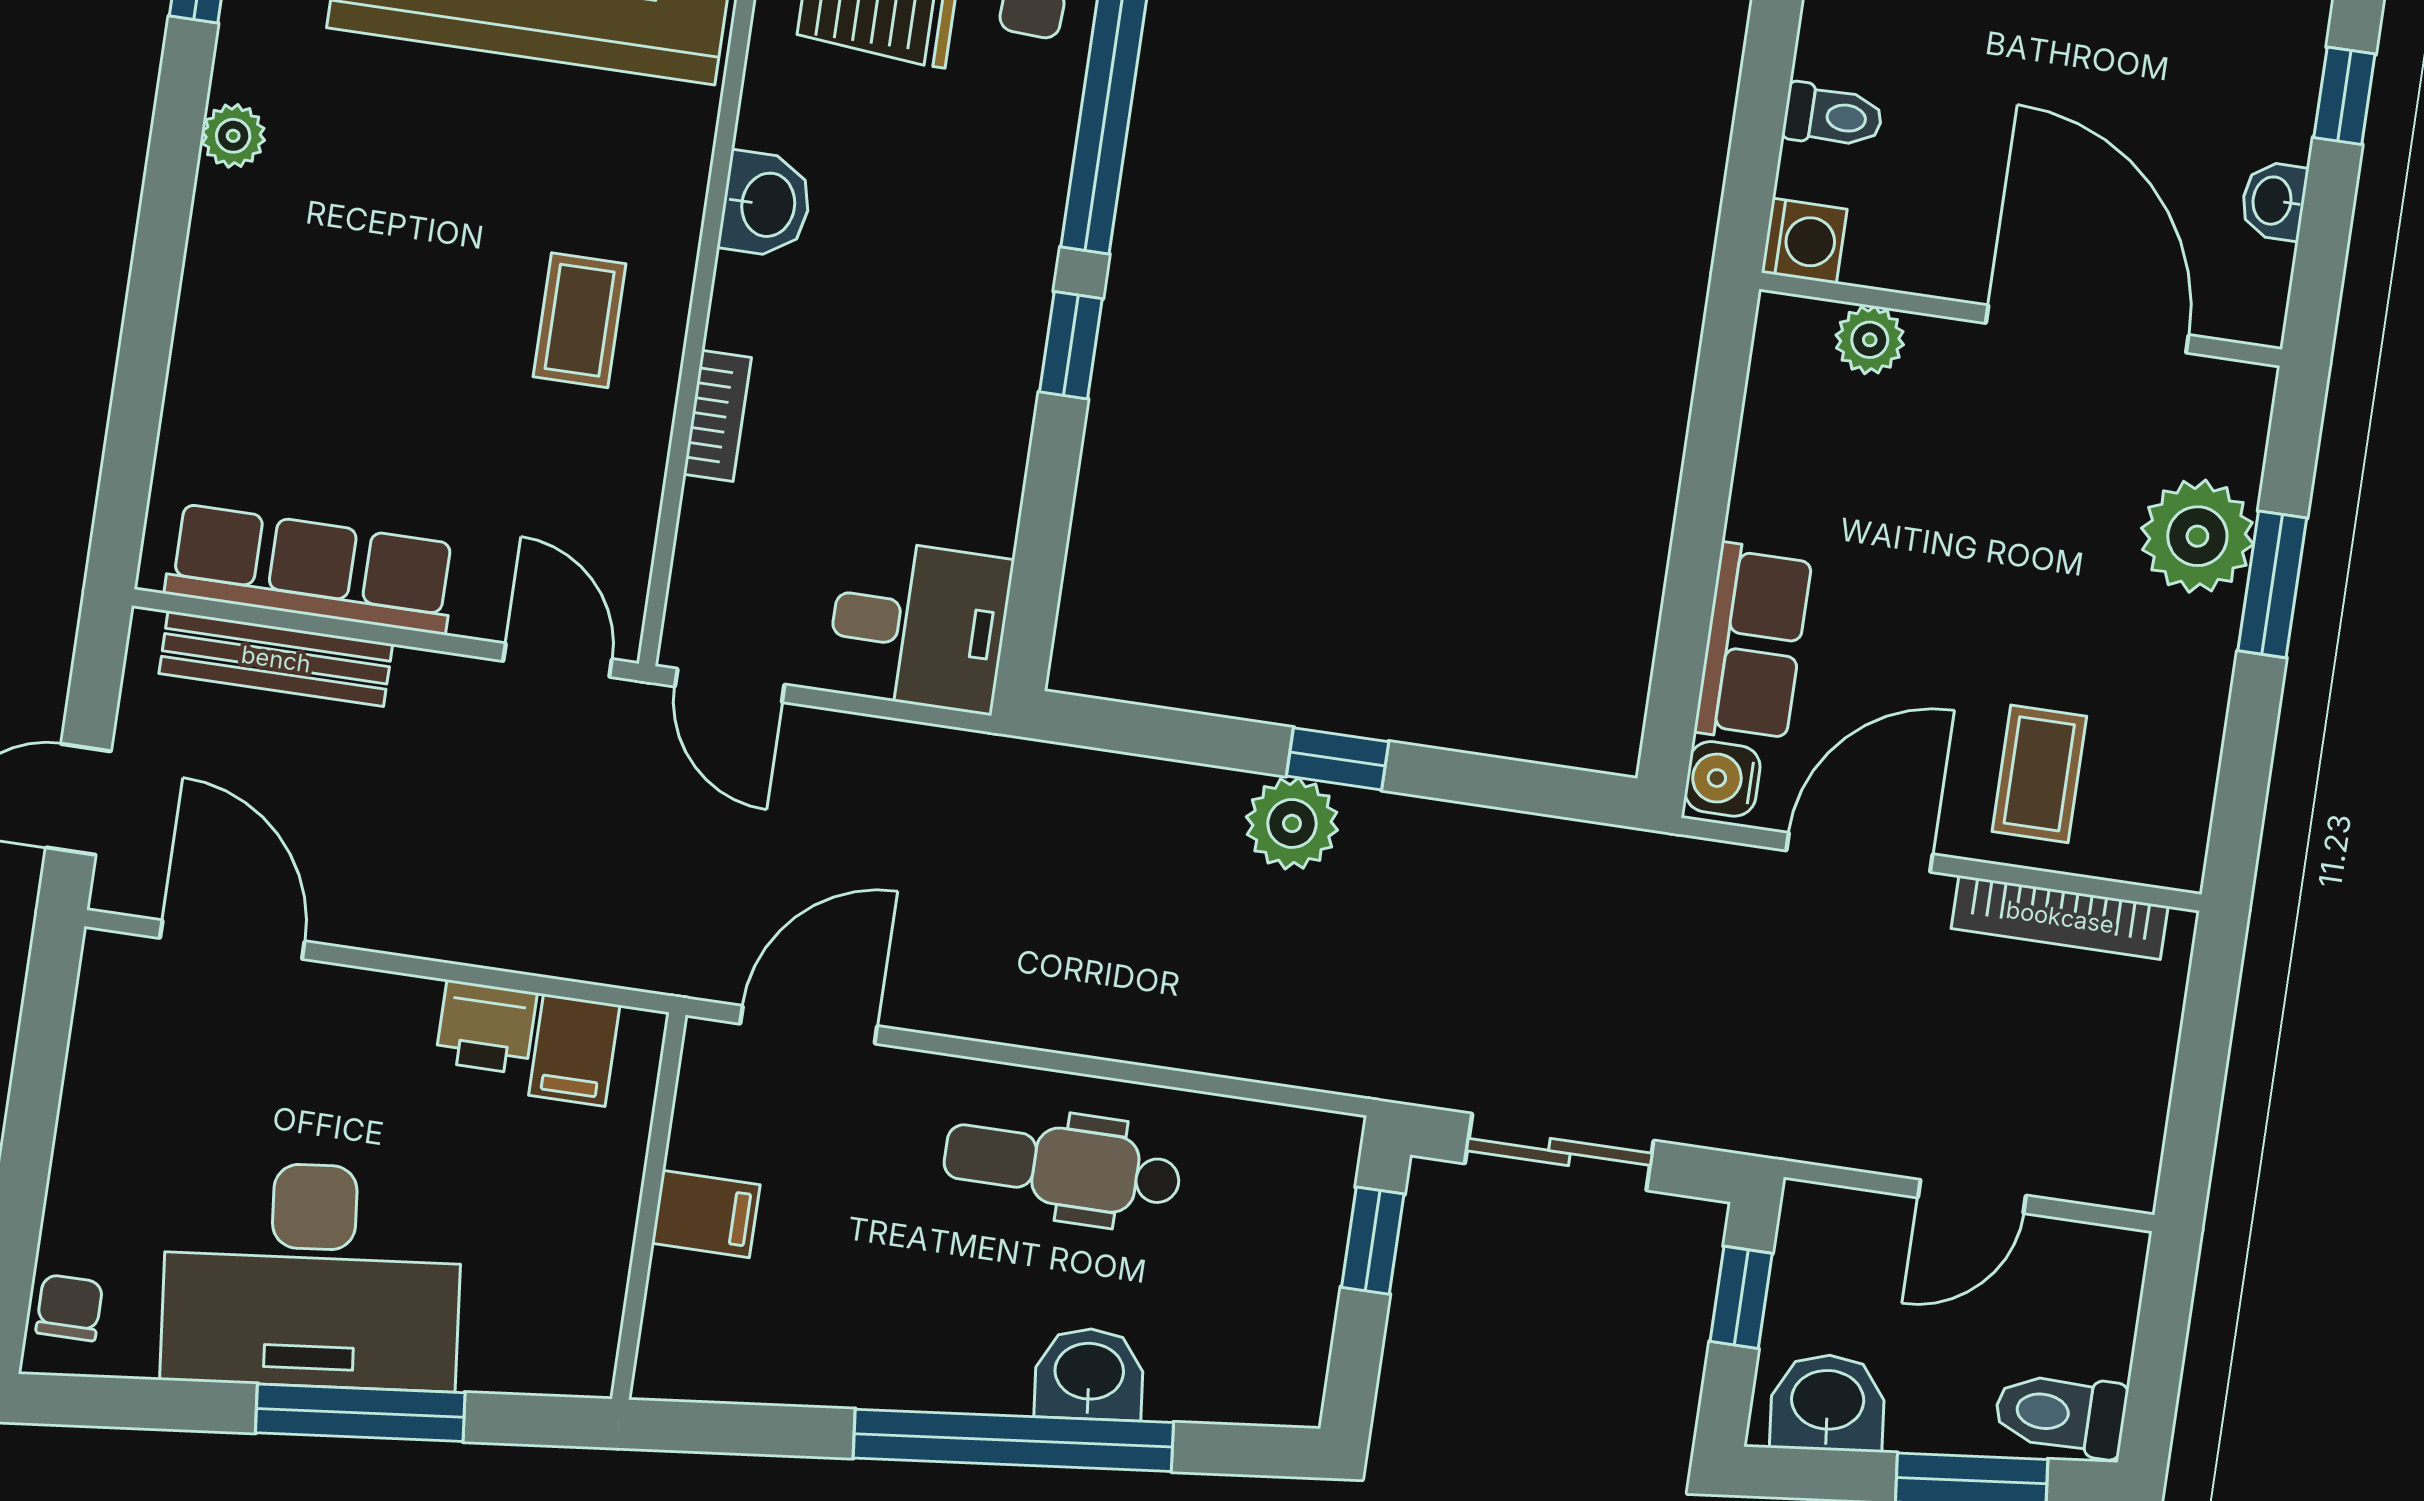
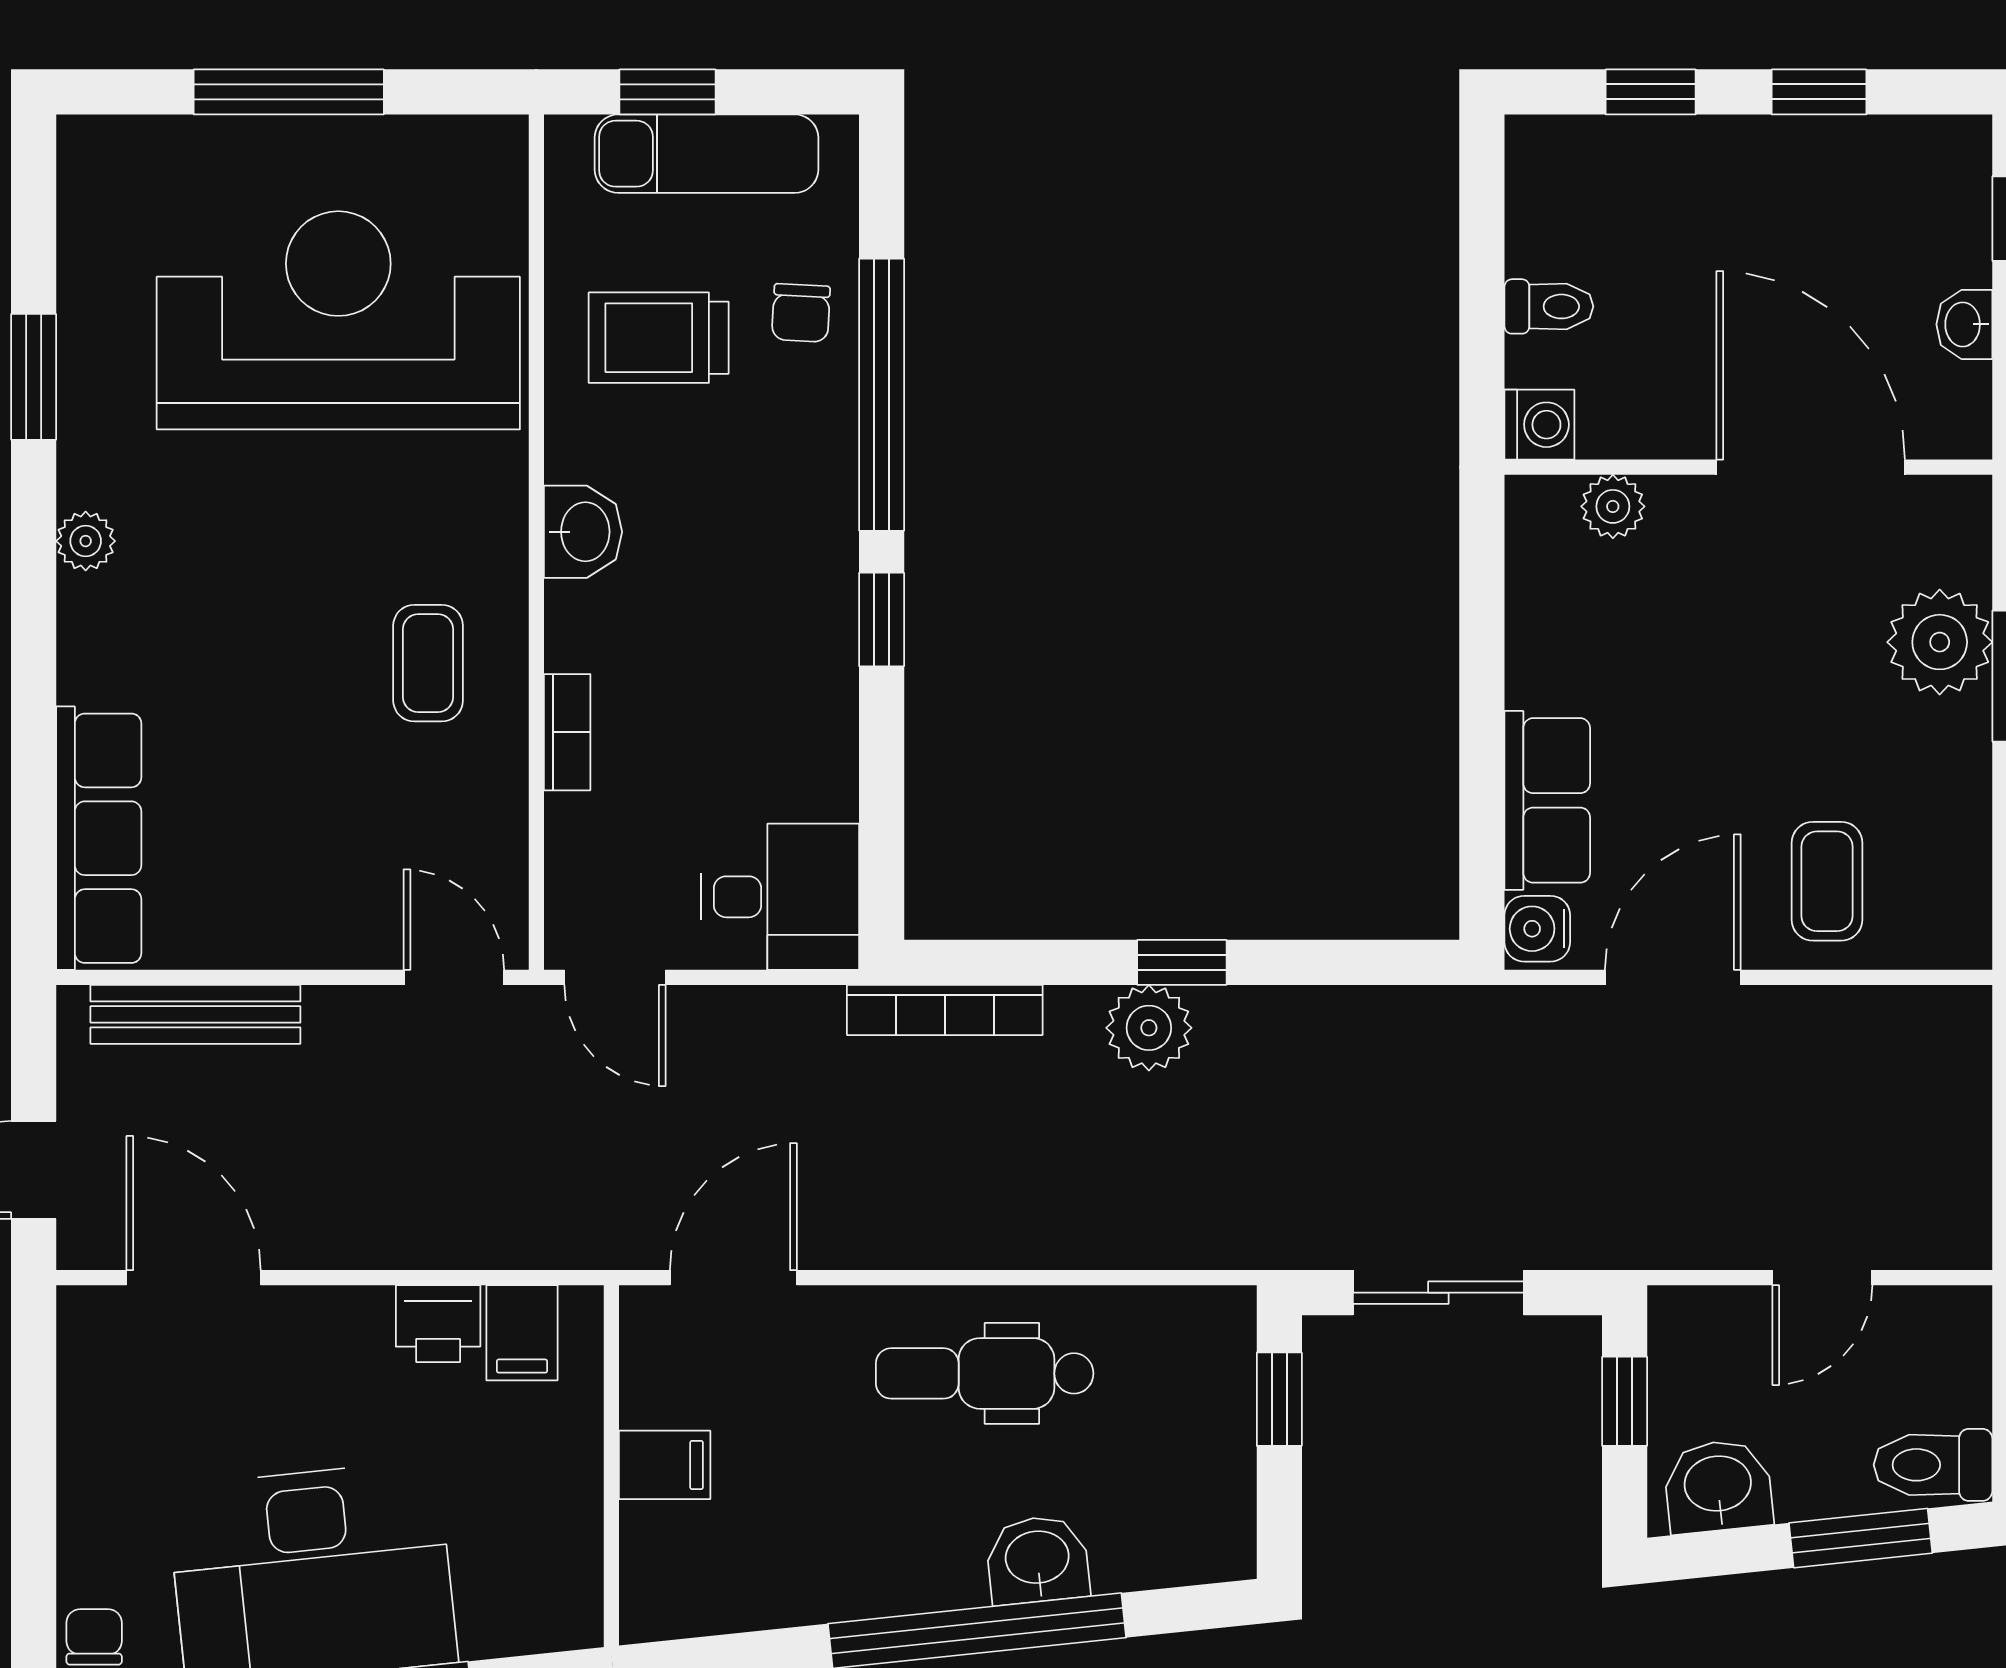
row of seats: (311, 569) -> (99, 838), moved, turned 90
bookcase: (2060, 917) -> (945, 1010), moved

